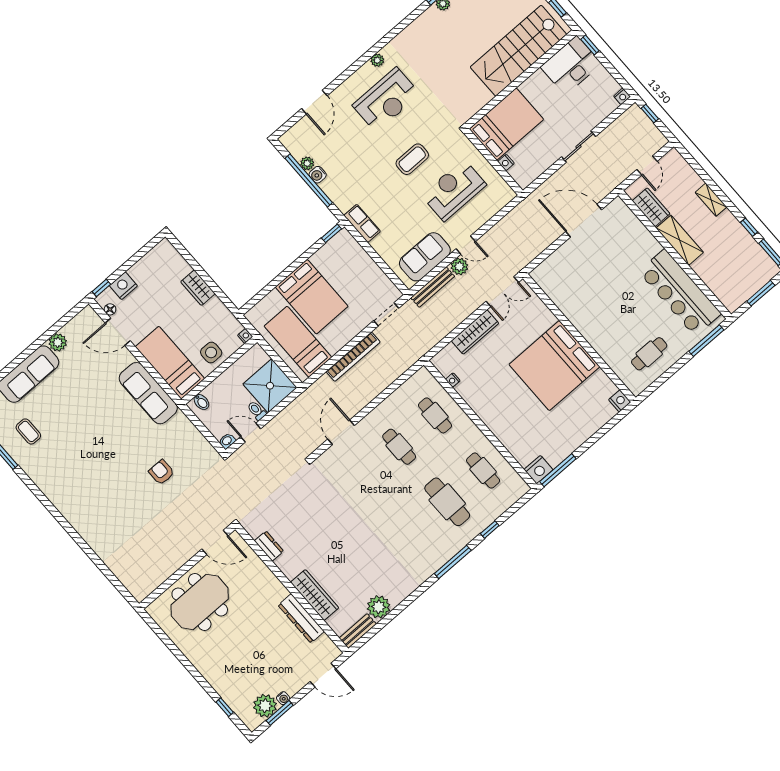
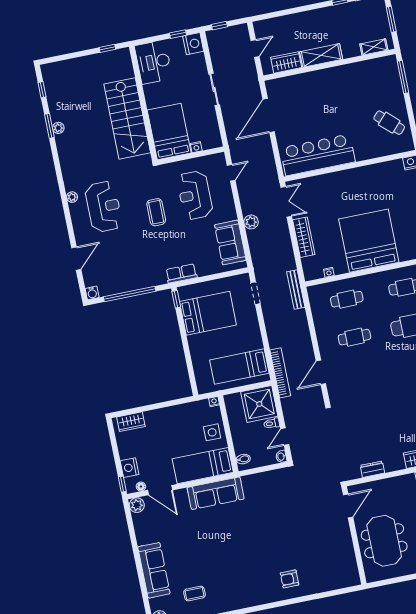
window: (590, 45) -> (178, 34), moved
stairs: (518, 51) -> (127, 118), moved
nightstand: (622, 96) -> (193, 44), width x1.89, depth x1.79
door: (314, 102) -> (76, 259), hinge flipped
plant: (307, 163) -> (117, 288), removed
door: (647, 165) -> (255, 48), hinge flipped
water cooler: (318, 175) -> (92, 293), moved
shelving: (711, 200) -> (374, 47), moved
door: (466, 245) -> (231, 173), moved
bench: (433, 287) -> (296, 289), moved
wardrobe: (198, 288) -> (131, 422), moved
bar counter: (680, 293) -> (318, 155), moved, turned 180
bed: (312, 297) -> (208, 313), moved
door: (118, 332) -> (160, 490), hinge flipped
plant: (58, 342) -> (137, 505), moved
cafe table: (649, 354) -> (389, 123), turned -47
bookcase: (353, 357) -> (280, 373), moved
bed: (554, 366) -> (369, 241), moved, turned 180
door: (341, 432) -> (321, 372), hinge flipped
armchair: (161, 472) -> (290, 579), moved

